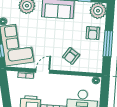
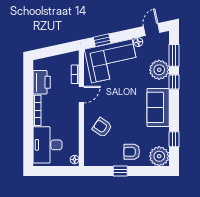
window: (108, 44) -> (120, 171), width x0.46
door: (43, 71) -> (81, 95), hinge flipped

